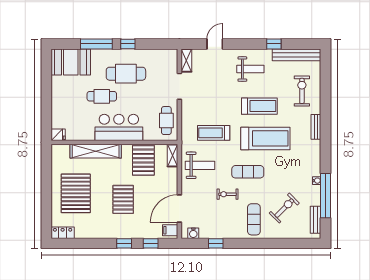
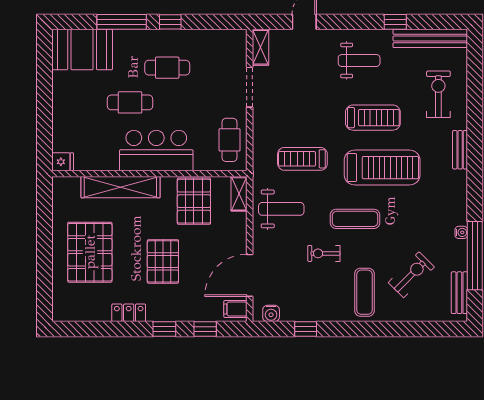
cafe table: (126, 74) -> (167, 68), width x0.73, depth x0.74
locker: (63, 233) -> (129, 313), moved

